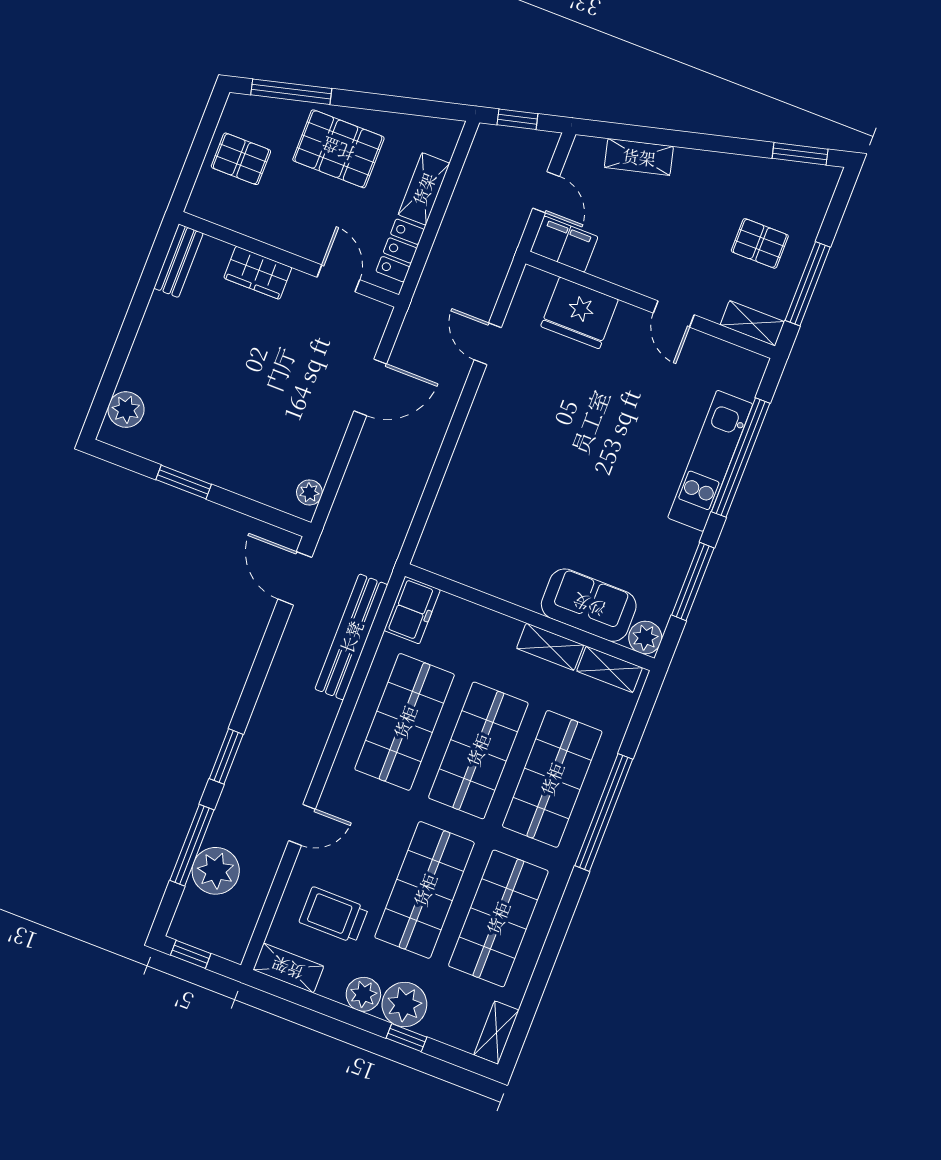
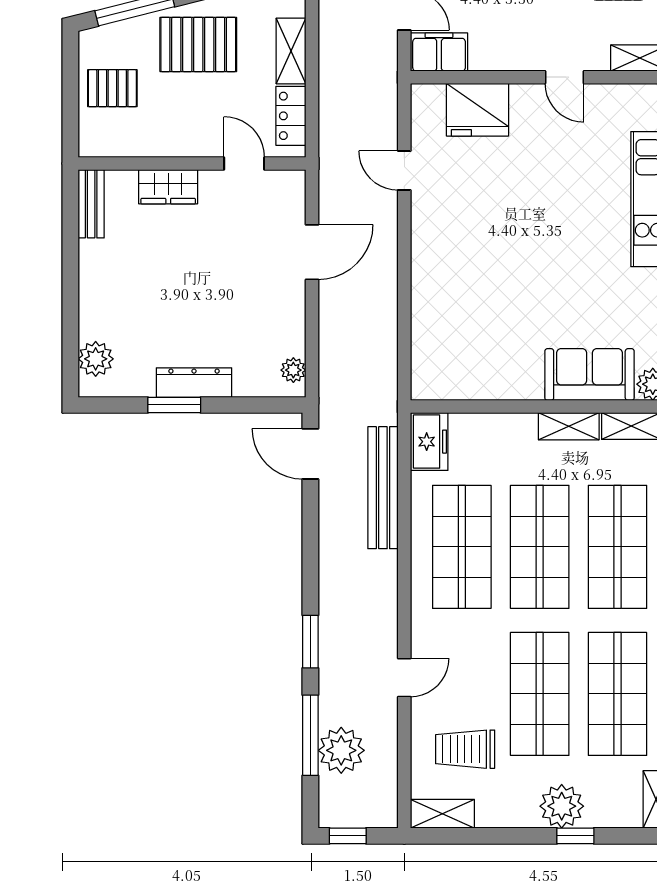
dresser: (211, 468) -> (194, 383), added
plant: (363, 994) -> (521, 811), removed

